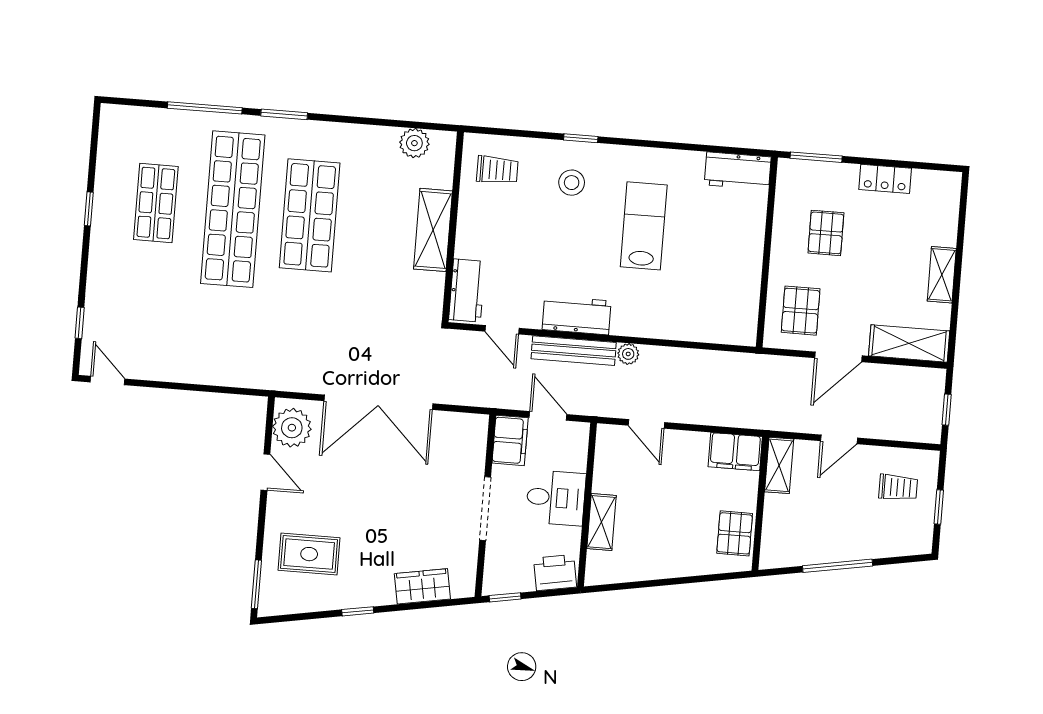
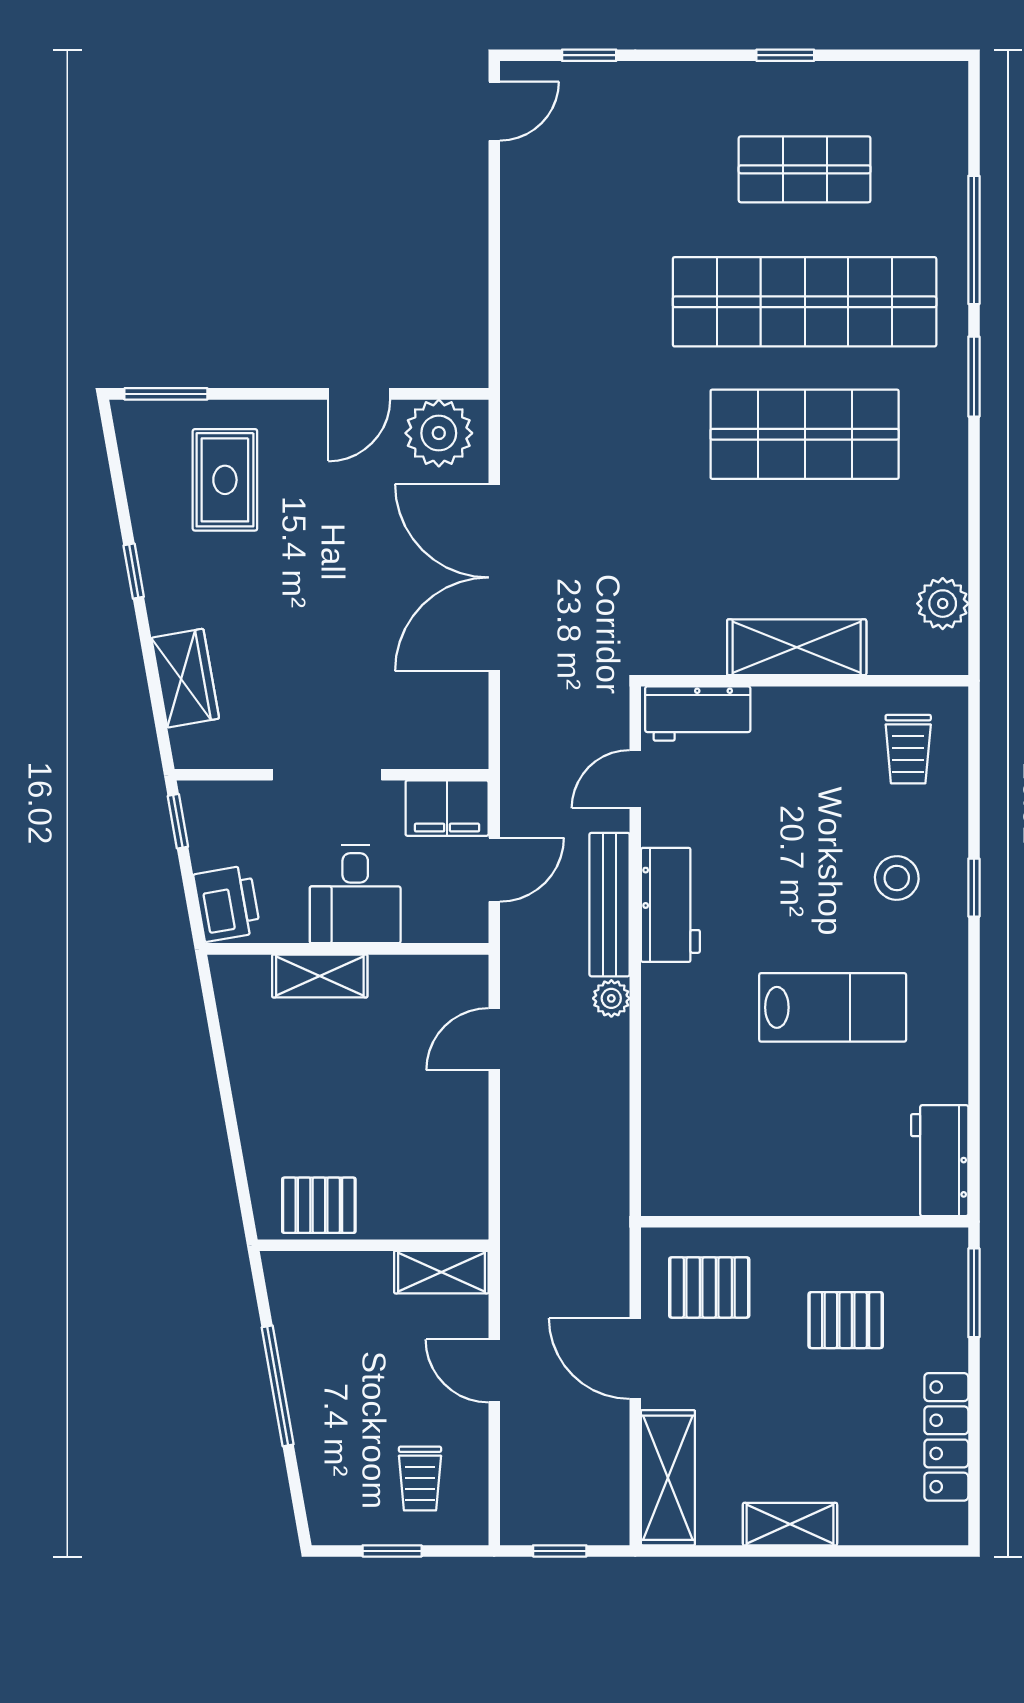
locker: (885, 179) -> (946, 1437), width x1.53
filing cabinet: (735, 452) -> (459, 1195), removed

